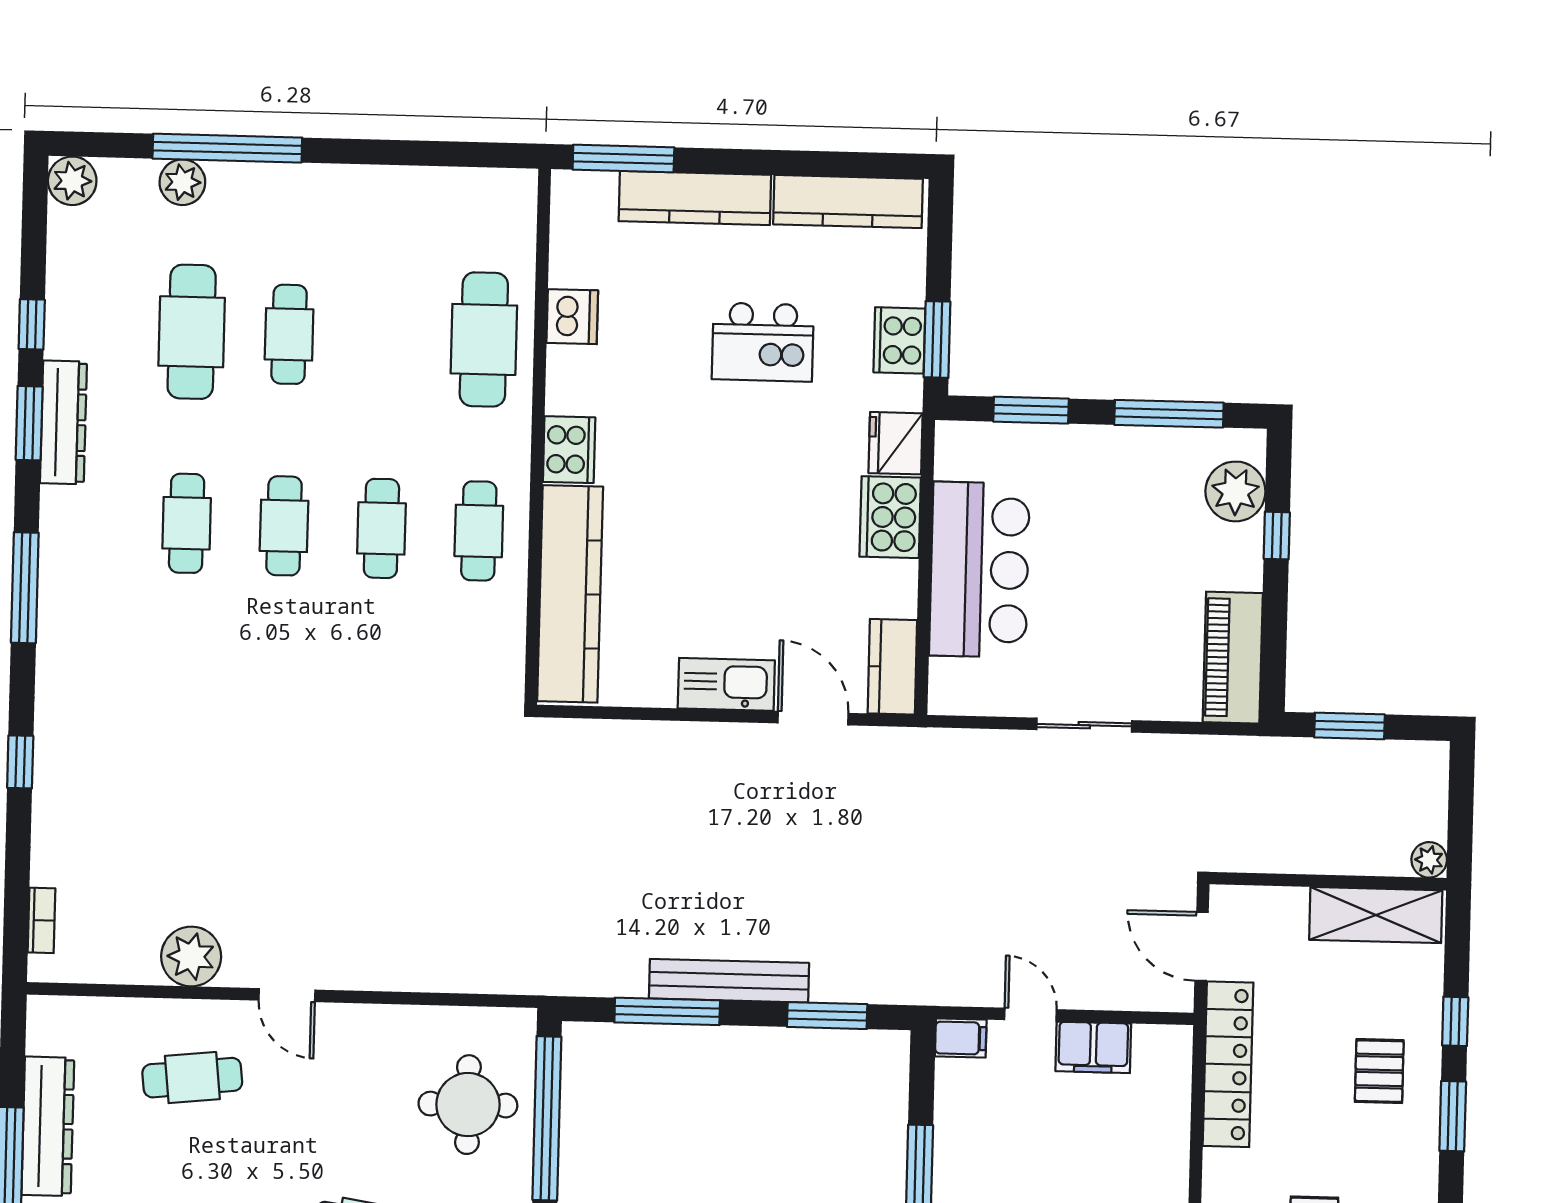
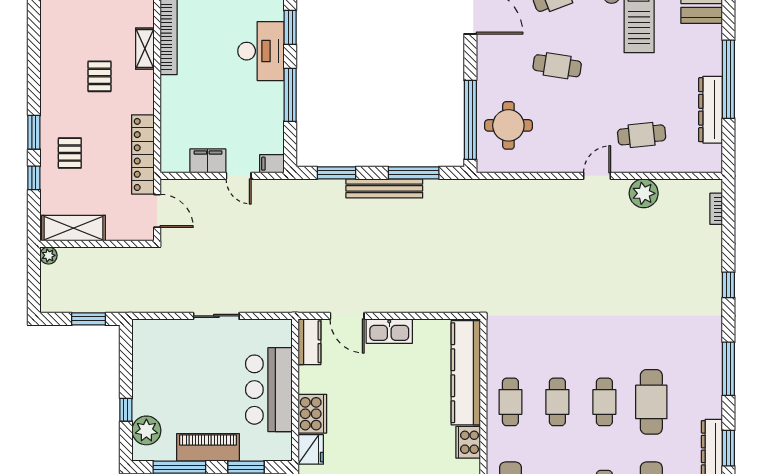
cafe table: (187, 523) -> (651, 402), width x1.37, depth x1.35
piano: (1233, 658) -> (208, 447), moved, turned -90
door: (287, 995) -> (597, 176), hinge flipped

